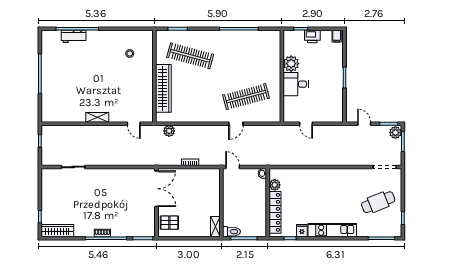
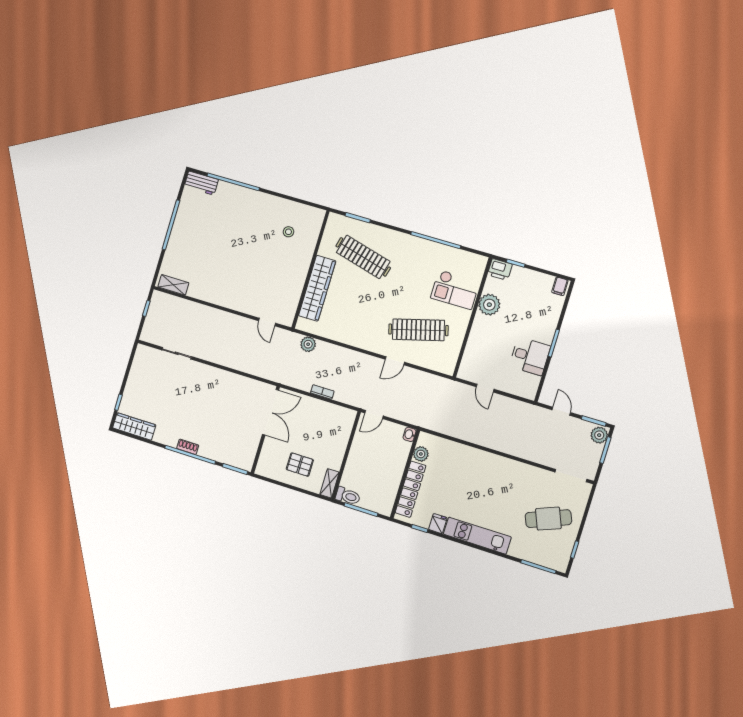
workbench: (74, 36) -> (201, 183), moved
printer: (312, 36) -> (500, 269), moved
checkout: (263, 60) -> (455, 290), added
desk: (296, 84) -> (530, 356), moved, turned 180
shelving: (97, 117) -> (173, 285), moved
door: (233, 167) -> (374, 415), swing flipped
pallet: (169, 223) -> (300, 465), moved

